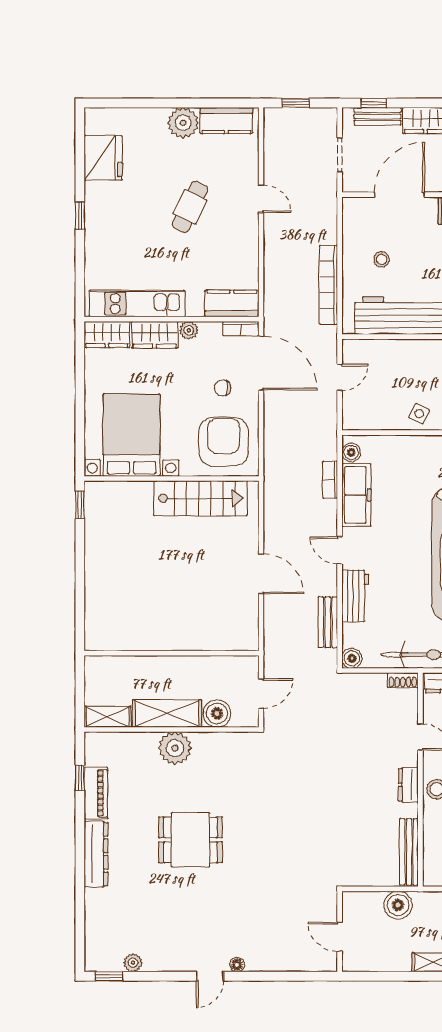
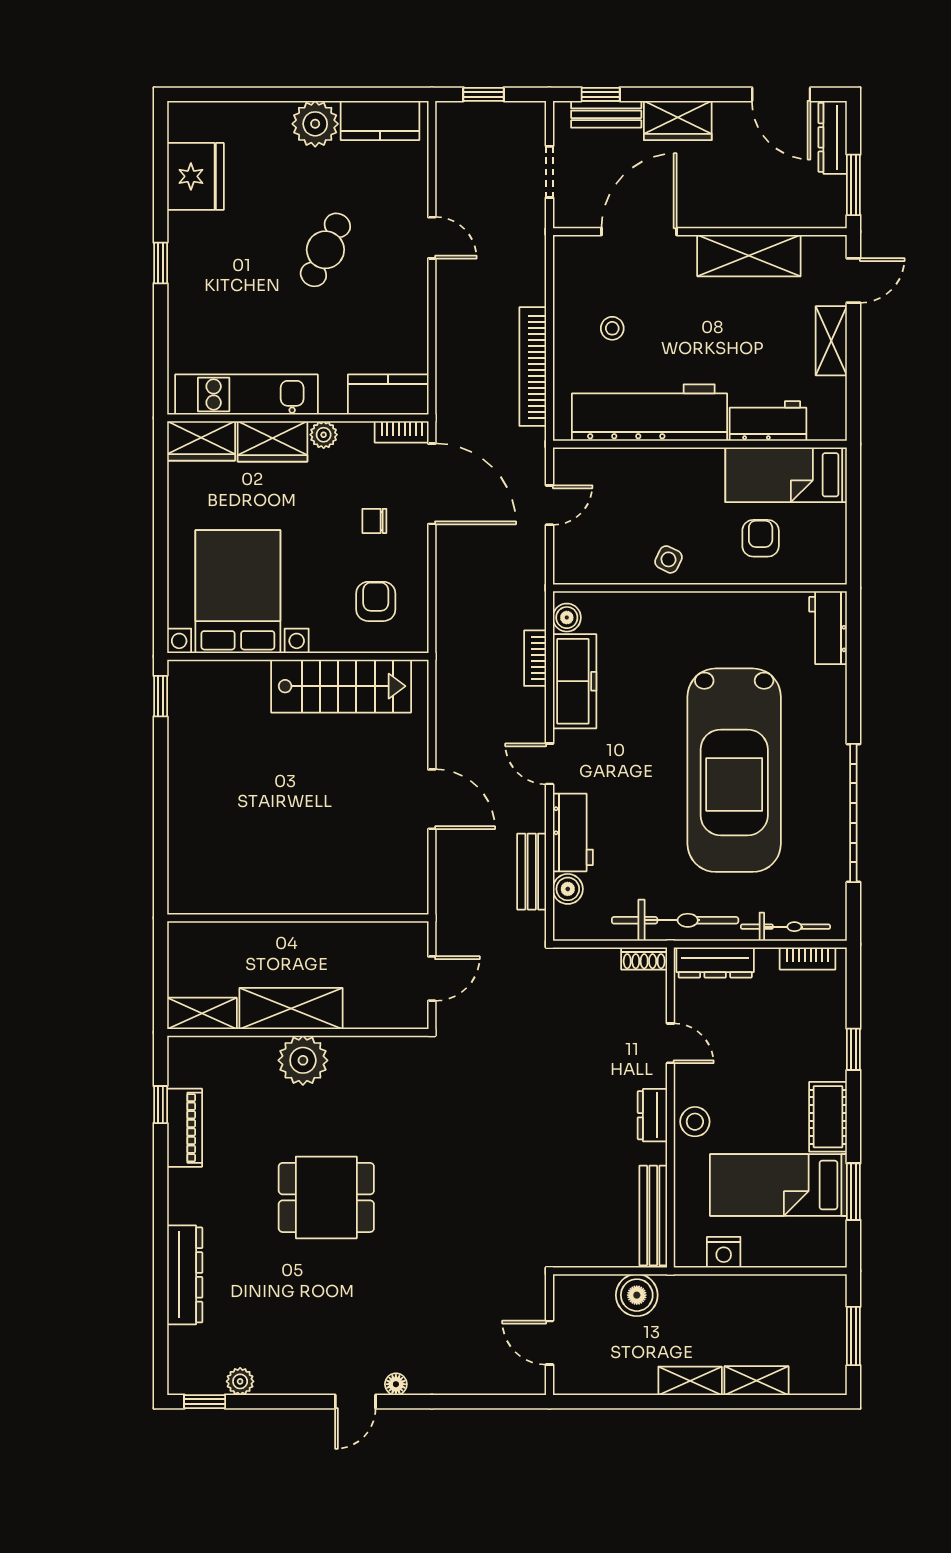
armchair: (224, 442) -> (376, 601), width x0.53, depth x0.53
boiler: (352, 658) -> (568, 889), moved
boiler: (217, 714) -> (366, 1008), removed
dresser: (96, 854) -> (185, 1275), moved

